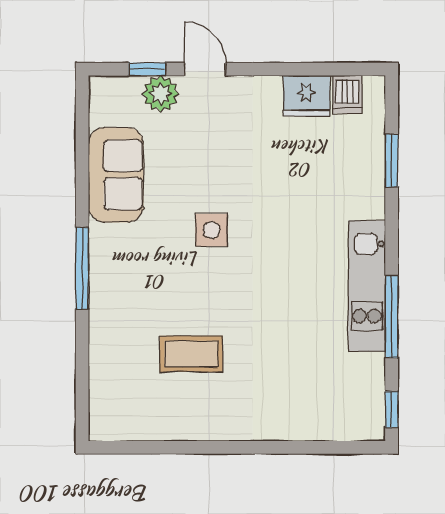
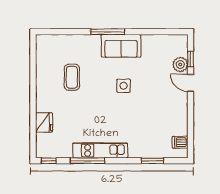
door: (205, 69) -> (191, 83), swing flipped
fridge: (307, 96) -> (44, 122), moved, turned 180
sofa: (116, 175) -> (121, 46), moved

